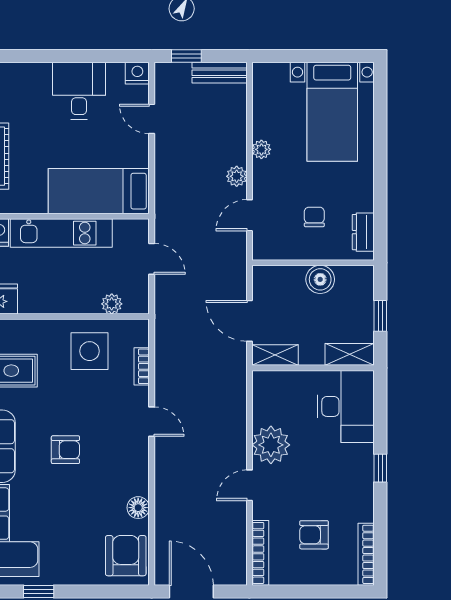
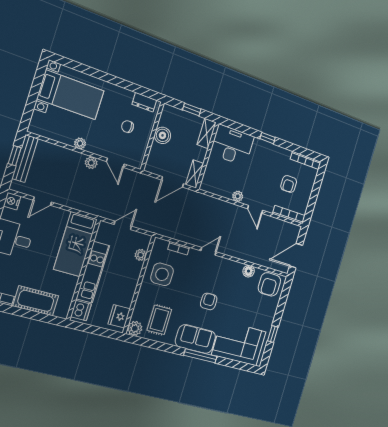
window: (186, 56) -> (15, 156), moved
bench: (220, 73) -> (25, 159), width x1.36
plant: (271, 445) -> (238, 196), width x0.53, depth x0.53
armchair: (126, 556) -> (269, 284), turned -90

